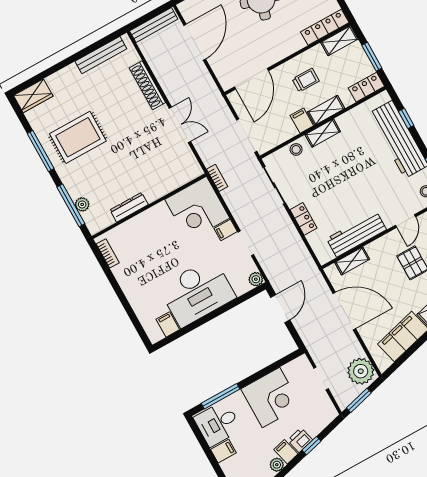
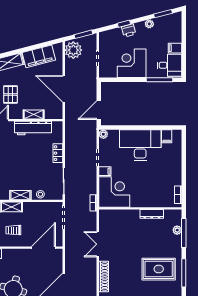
filing cabinet: (302, 121) -> (28, 209), removed
shelving: (352, 261) -> (34, 114), moved
filing cabinet: (286, 452) -> (140, 28), removed

